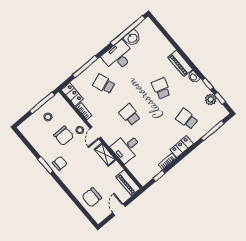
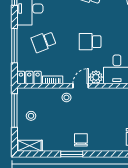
door: (95, 133) -> (81, 86), swing flipped
chair: (64, 136) -> (60, 116), removed
plant: (110, 138) -> (96, 77), added
shelving: (105, 155) -> (29, 146), moved

